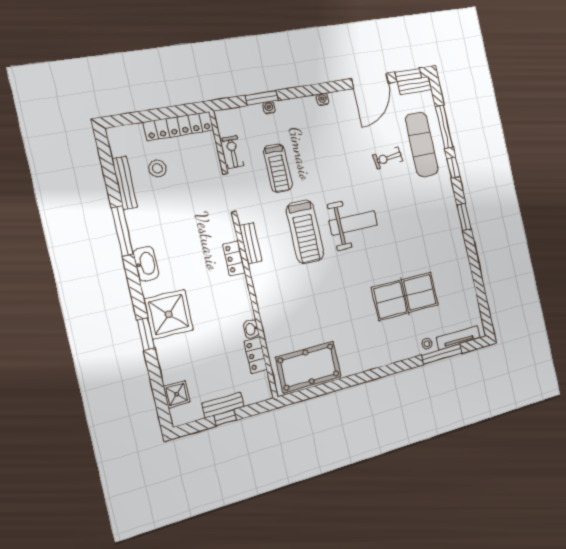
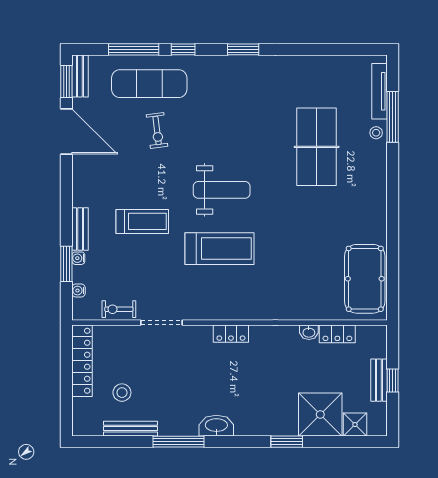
water cooler: (323, 99) -> (79, 291), moved
treadmill: (278, 168) -> (142, 221), moved
weight bench: (353, 223) -> (222, 190), turned 90
bench: (251, 243) -> (80, 229), moved, turned 90
shower: (169, 314) -> (320, 414), moved

